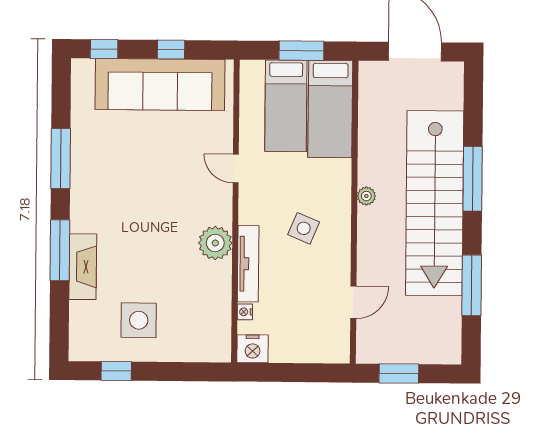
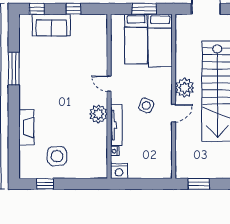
sofa: (160, 85) -> (51, 25), width x0.54, depth x0.79
door: (236, 169) -> (109, 84), moved
plant: (366, 196) -> (185, 88), width x1.87, depth x1.87
window: (60, 250) -> (14, 119), removed
door: (353, 302) -> (174, 113), moved

